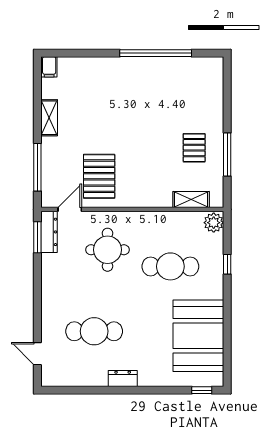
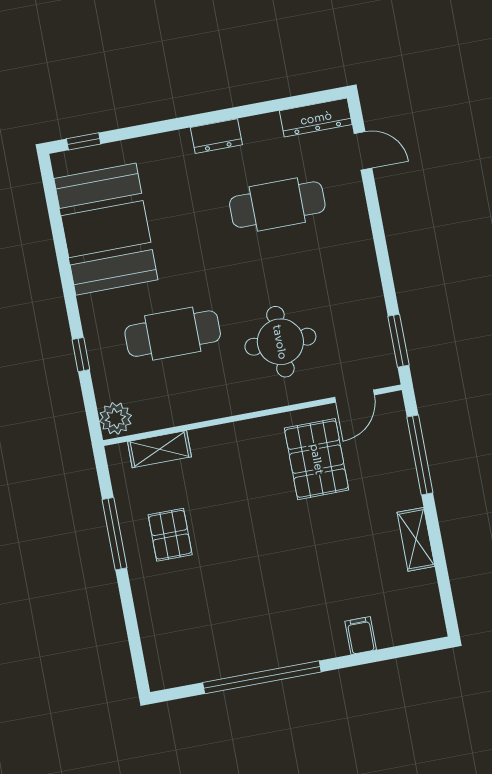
filing cabinet: (49, 67) -> (361, 635), moved
dresser: (49, 232) -> (316, 118), moved, turned -90

